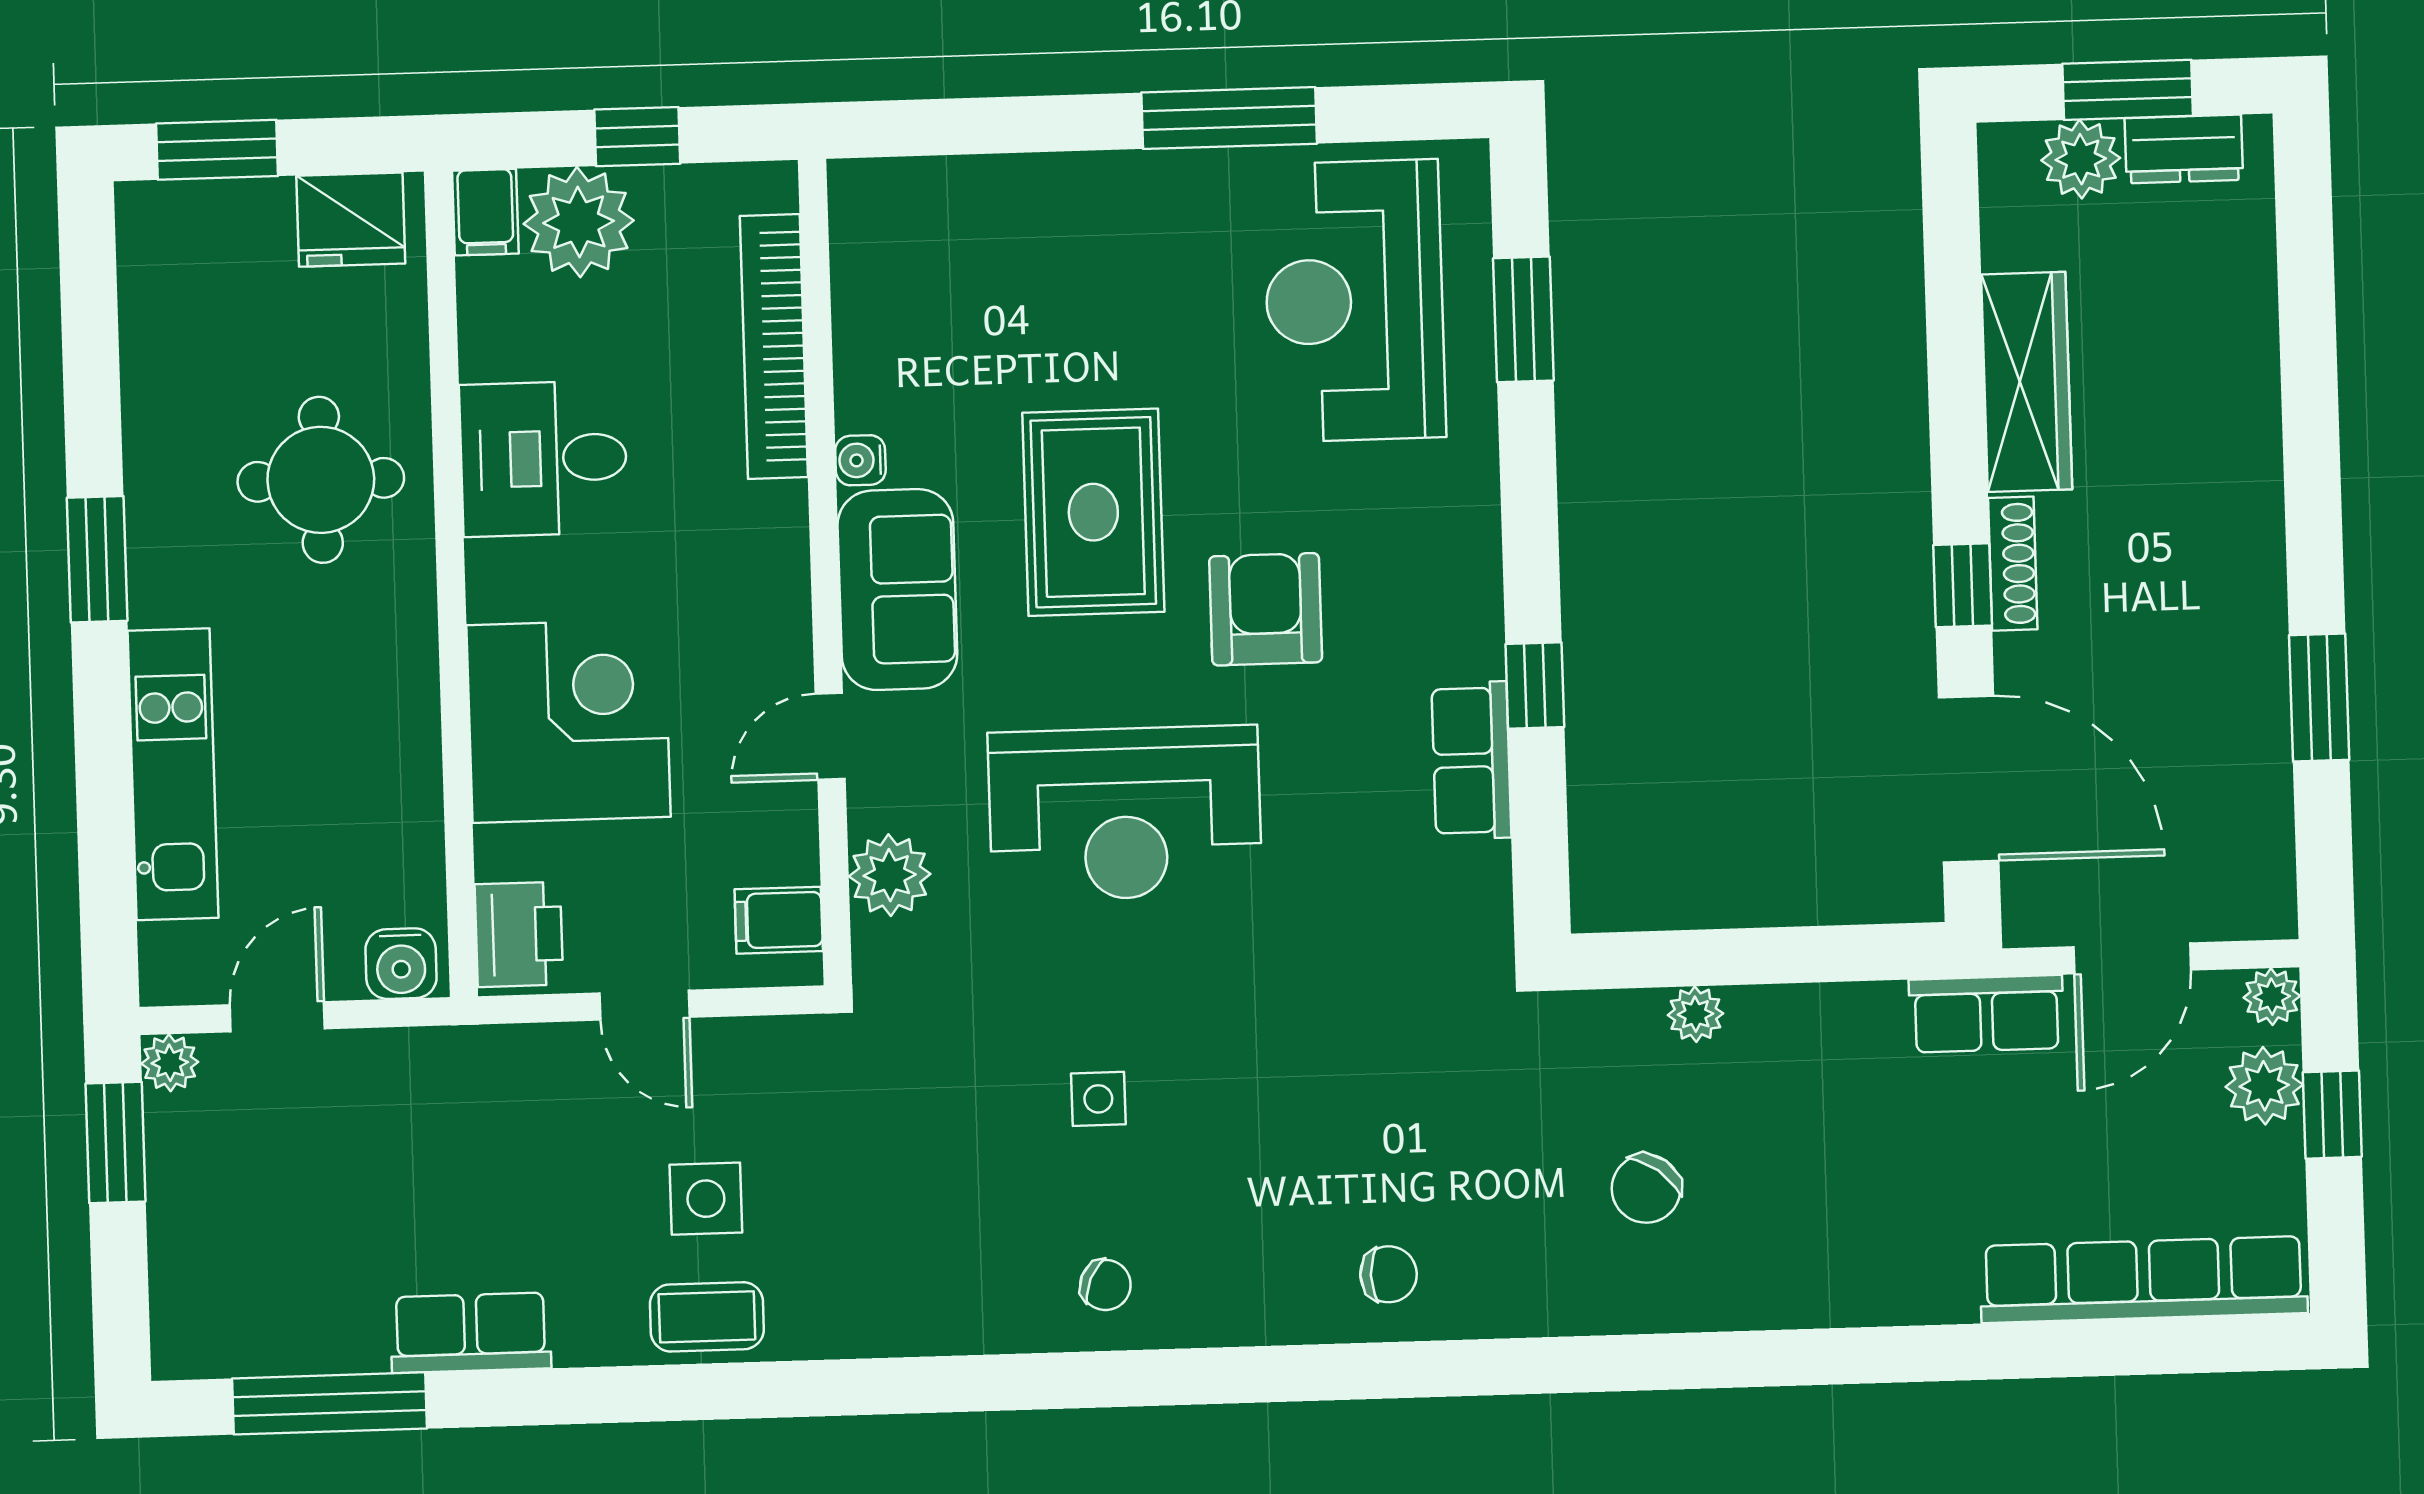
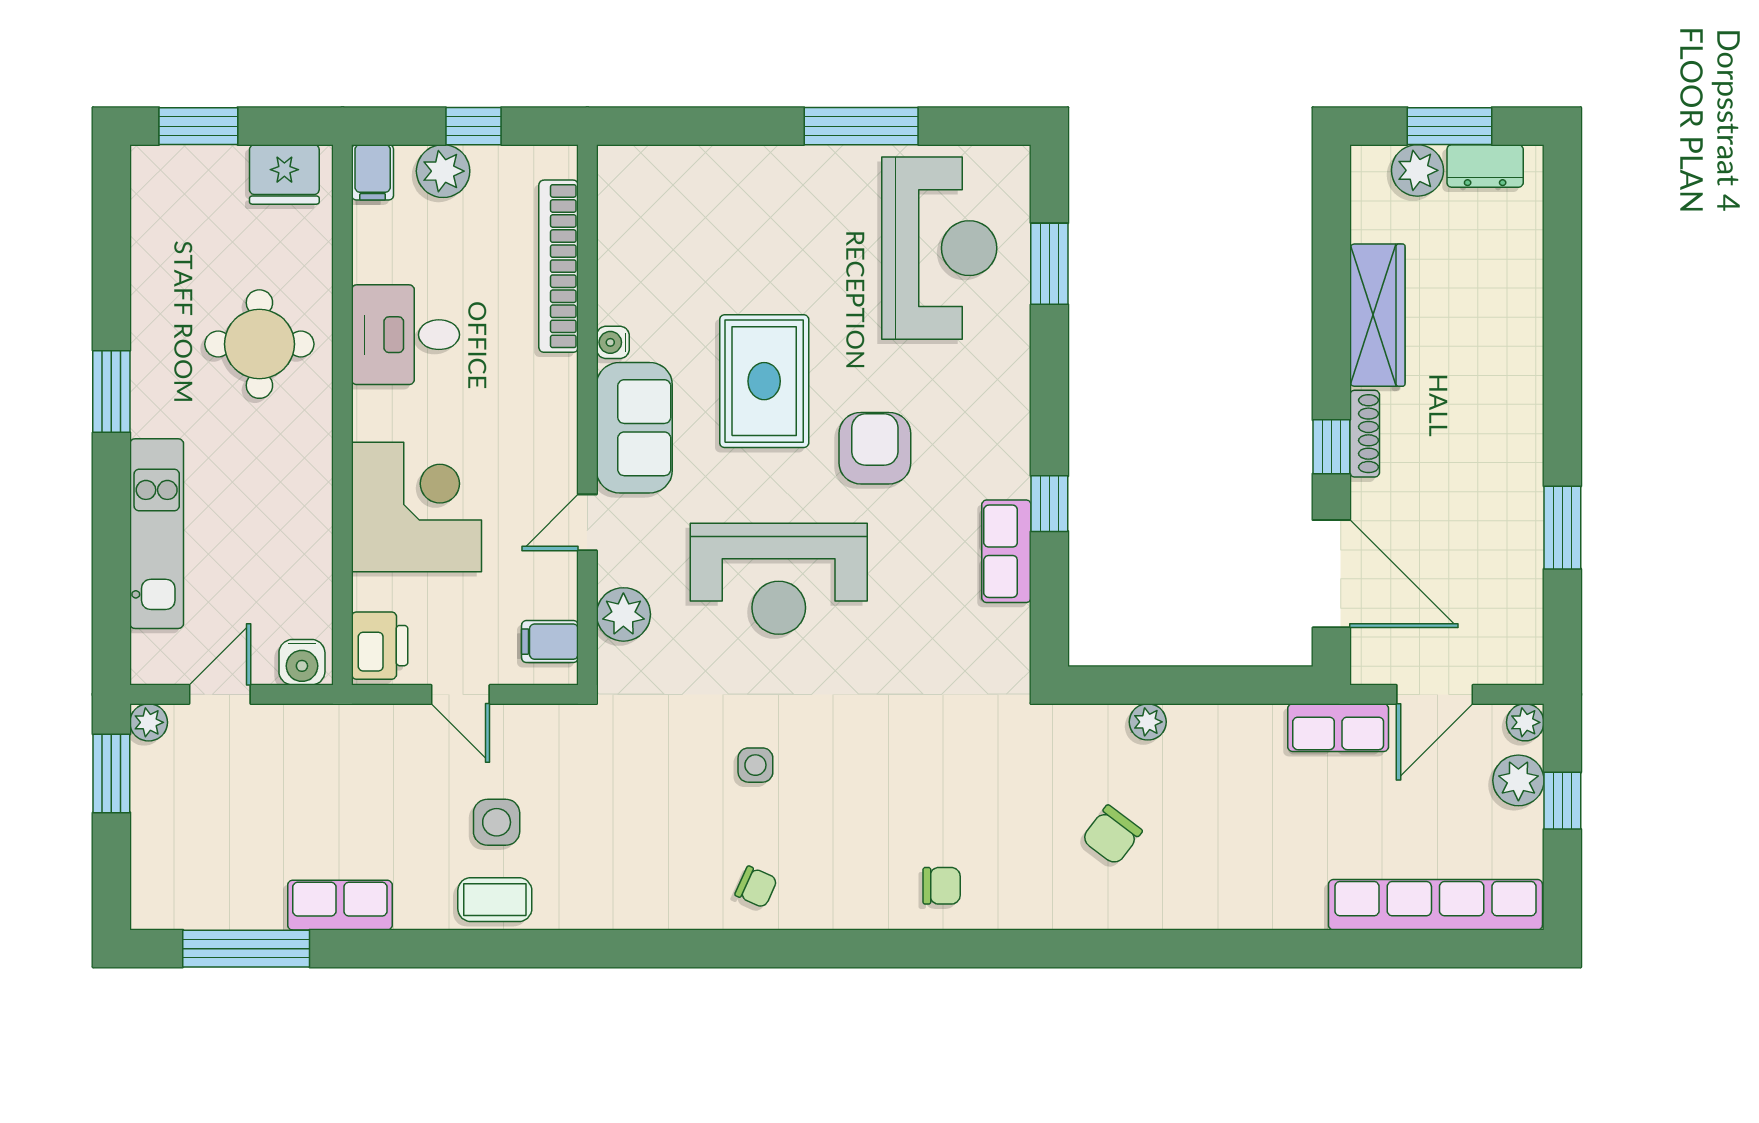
plant: (579, 222) -> (443, 171), width x0.73, depth x0.73
reception desk: (1354, 301) -> (939, 248), turned 180

